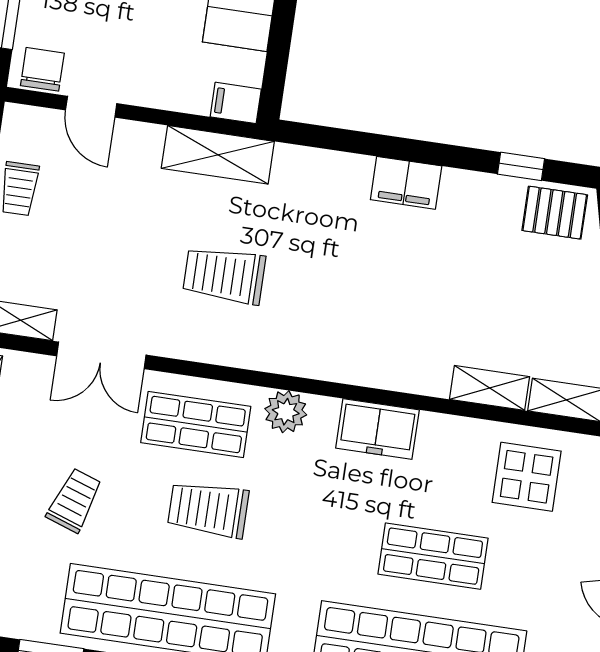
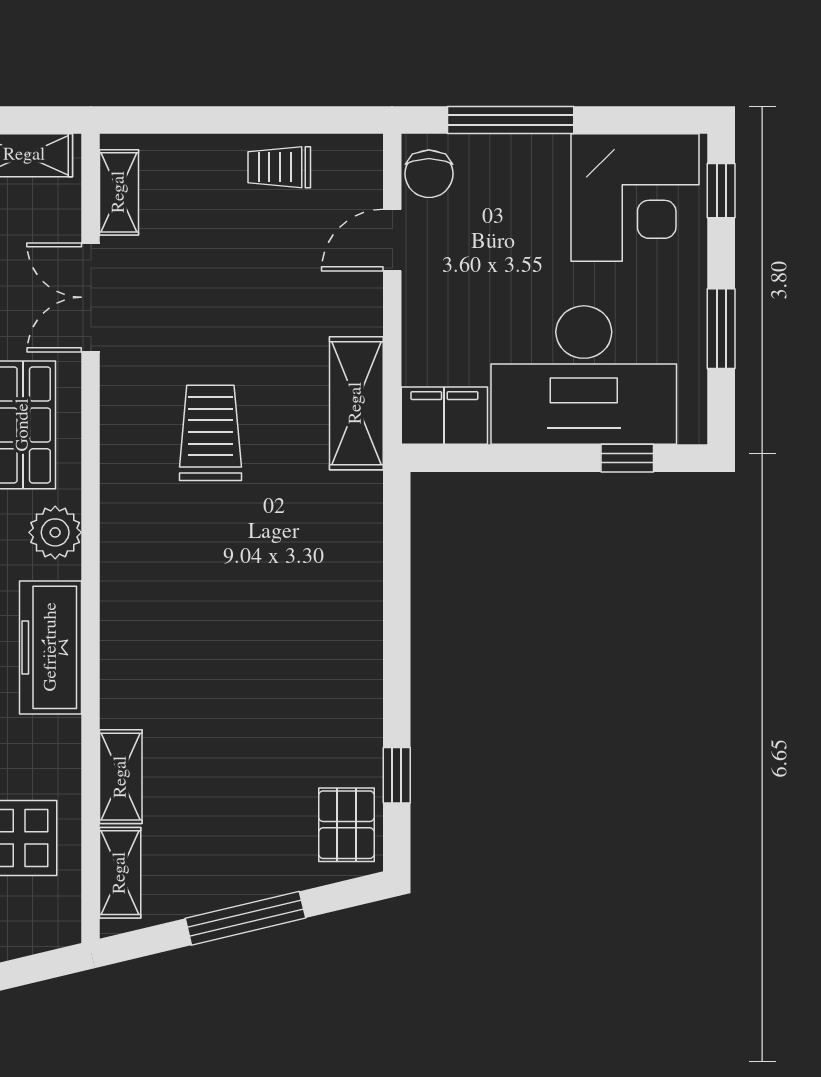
chair: (42, 69) -> (429, 174), turned 90
filing cabinet: (236, 103) -> (444, 416), width x2.00
filing cabinet: (406, 183) -> (356, 638), removed
freezer: (377, 429) -> (51, 647), width x1.40

